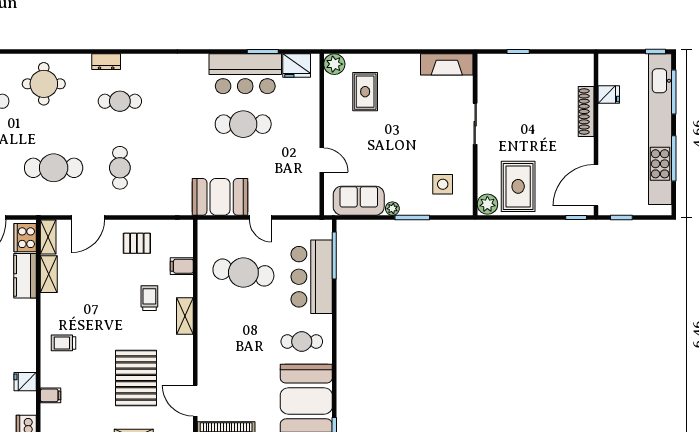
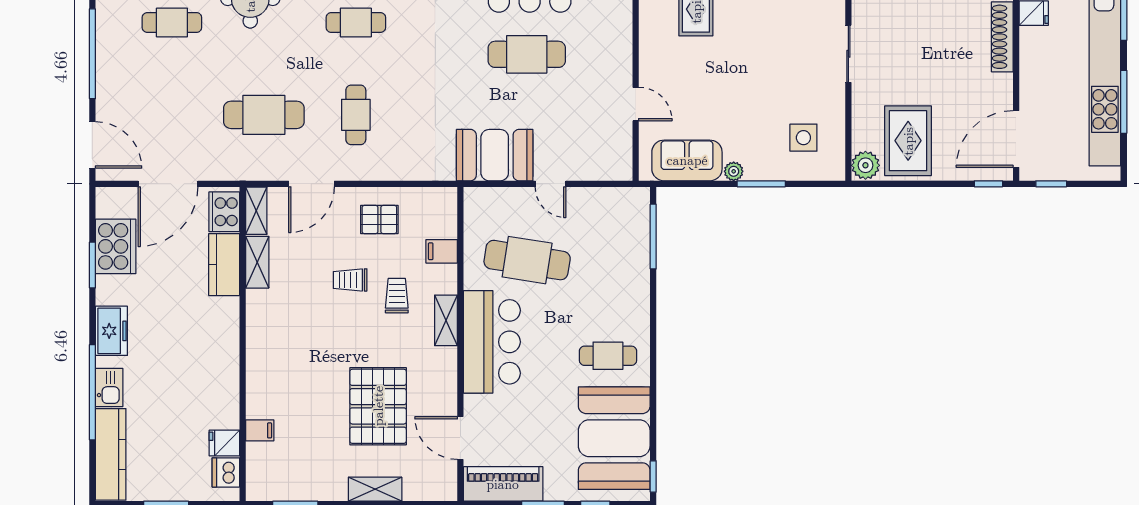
bar counter: (312, 277) -> (492, 342), moved, turned 180
trolley: (64, 343) -> (350, 280), moved
fridge: (25, 382) -> (224, 443), moved

